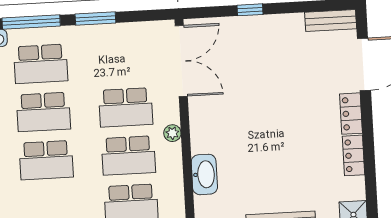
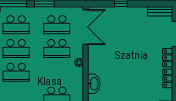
school desk: (128, 156) -> (57, 25), moved

